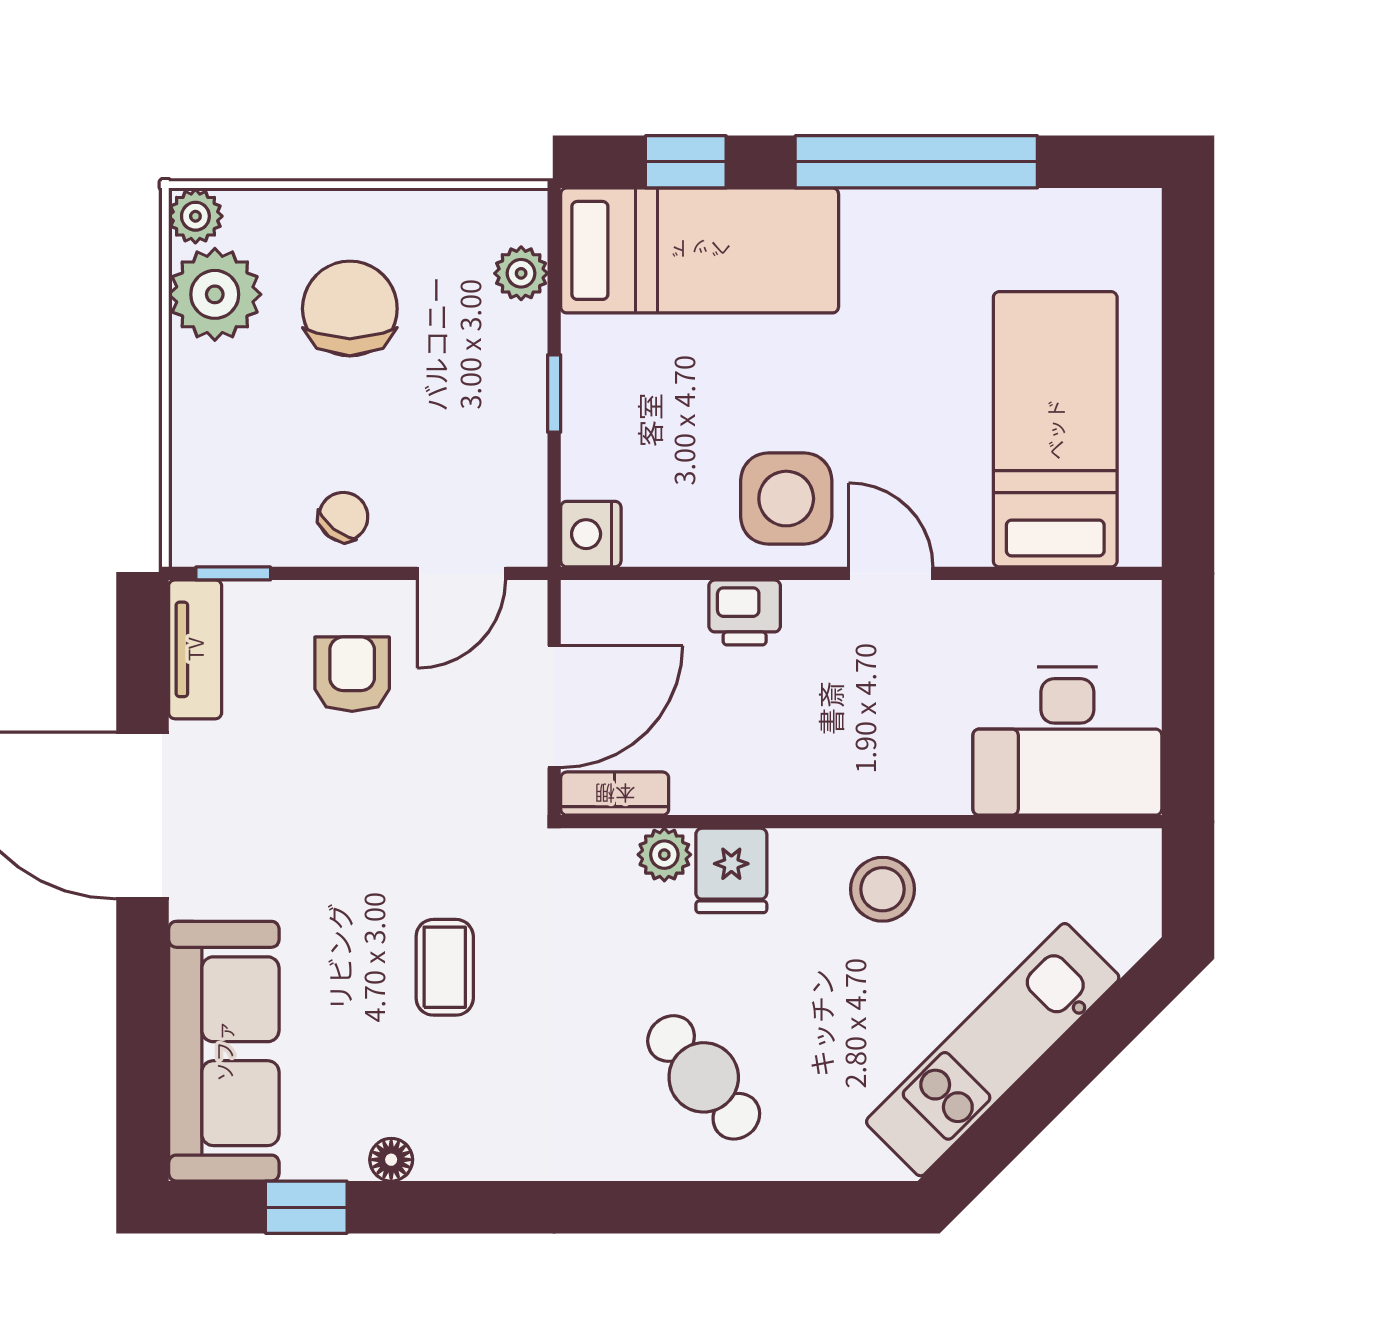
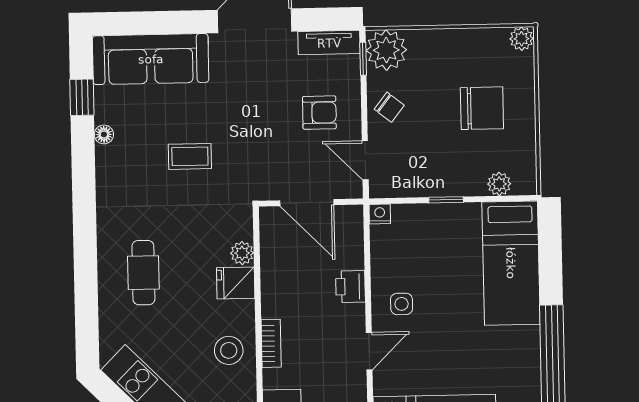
window: (686, 162) -> (550, 256), removed
plant: (215, 294) -> (386, 50), moved
side table: (786, 499) -> (402, 304), width x0.54, depth x0.54
nightstand: (591, 534) -> (380, 214), width x0.72, depth x0.74
bookcase: (615, 794) -> (271, 343), moved
cafe table: (704, 1077) -> (143, 273), turned -50

